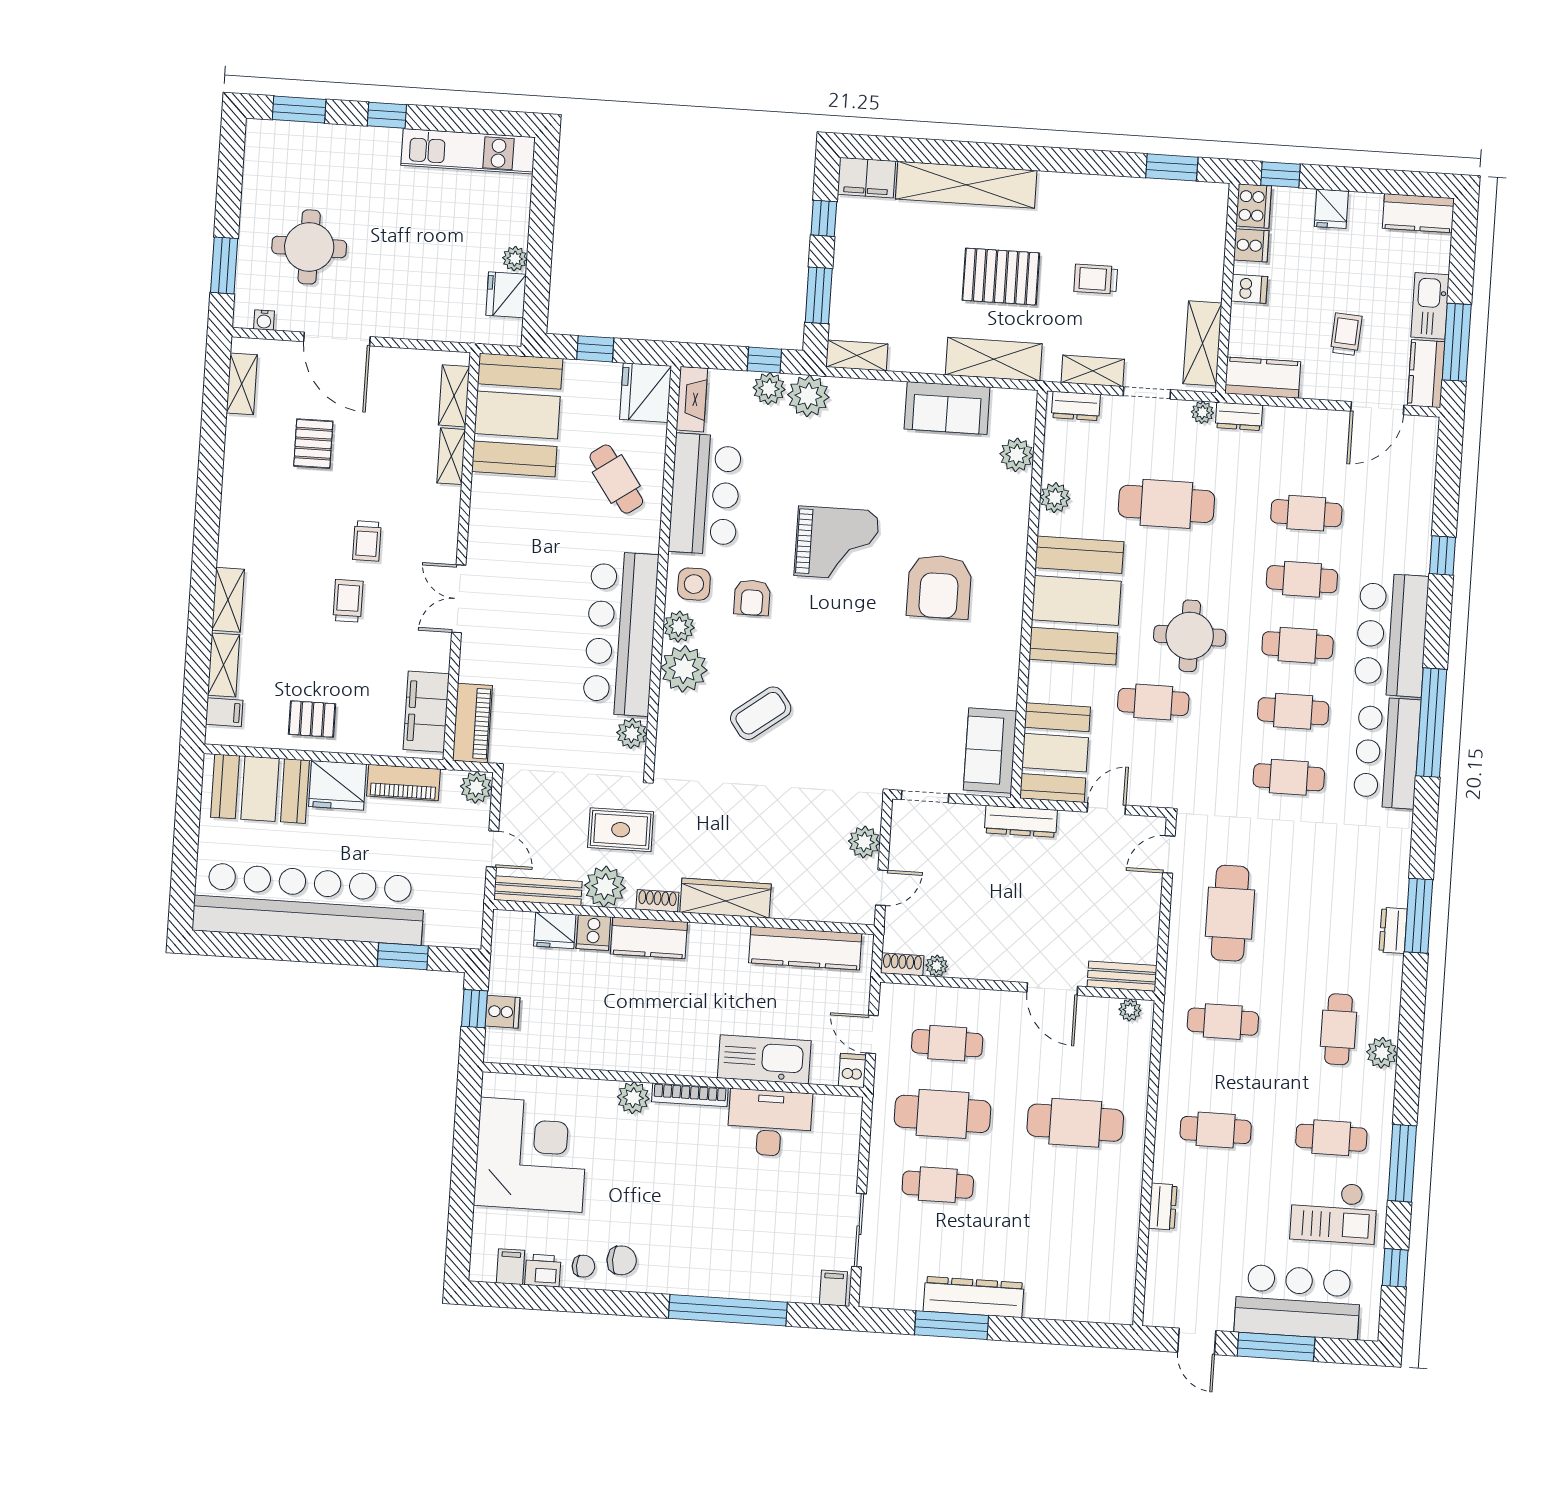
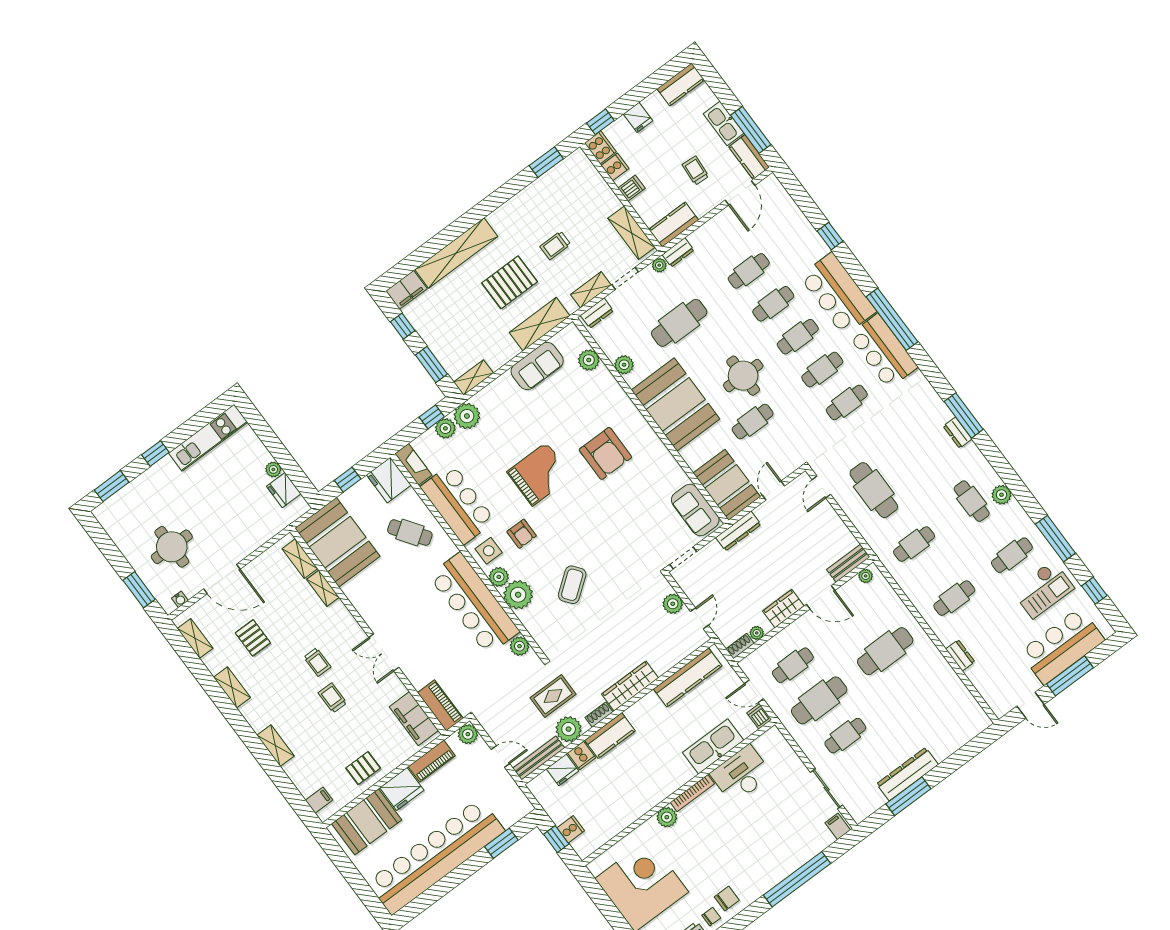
shelving: (224, 665) -> (232, 687), moved
wardrobe: (995, 964) -> (783, 609), added

